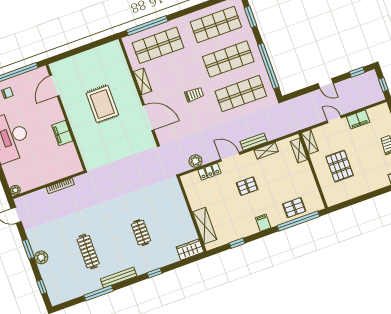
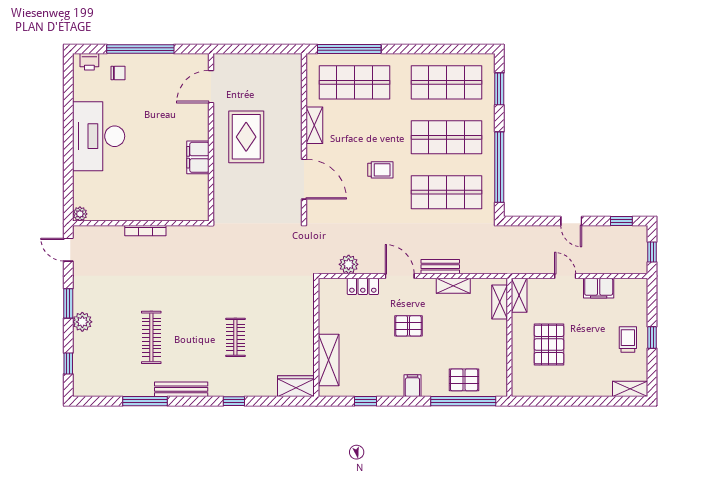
door: (54, 86) -> (211, 87), moved
wall: (66, 118) -> (211, 137), moved
filing cabinet: (62, 133) -> (198, 157), moved

